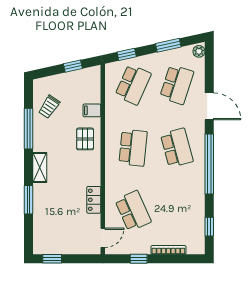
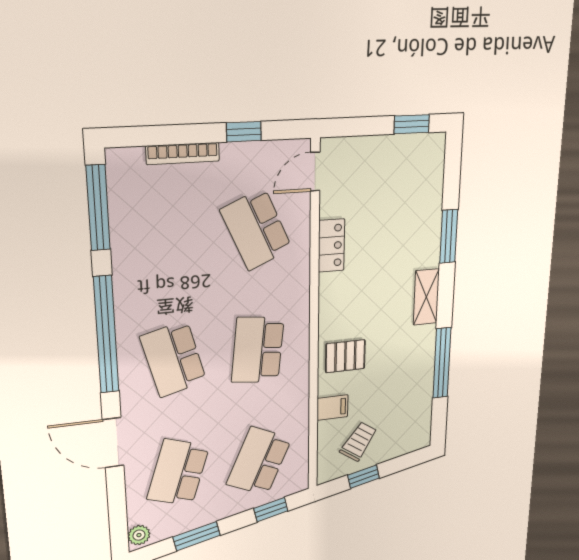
trolley: (49, 107) -> (359, 442), moved
pallet: (85, 139) -> (345, 356), turned 90
window: (209, 227) -> (98, 208), width x2.17

